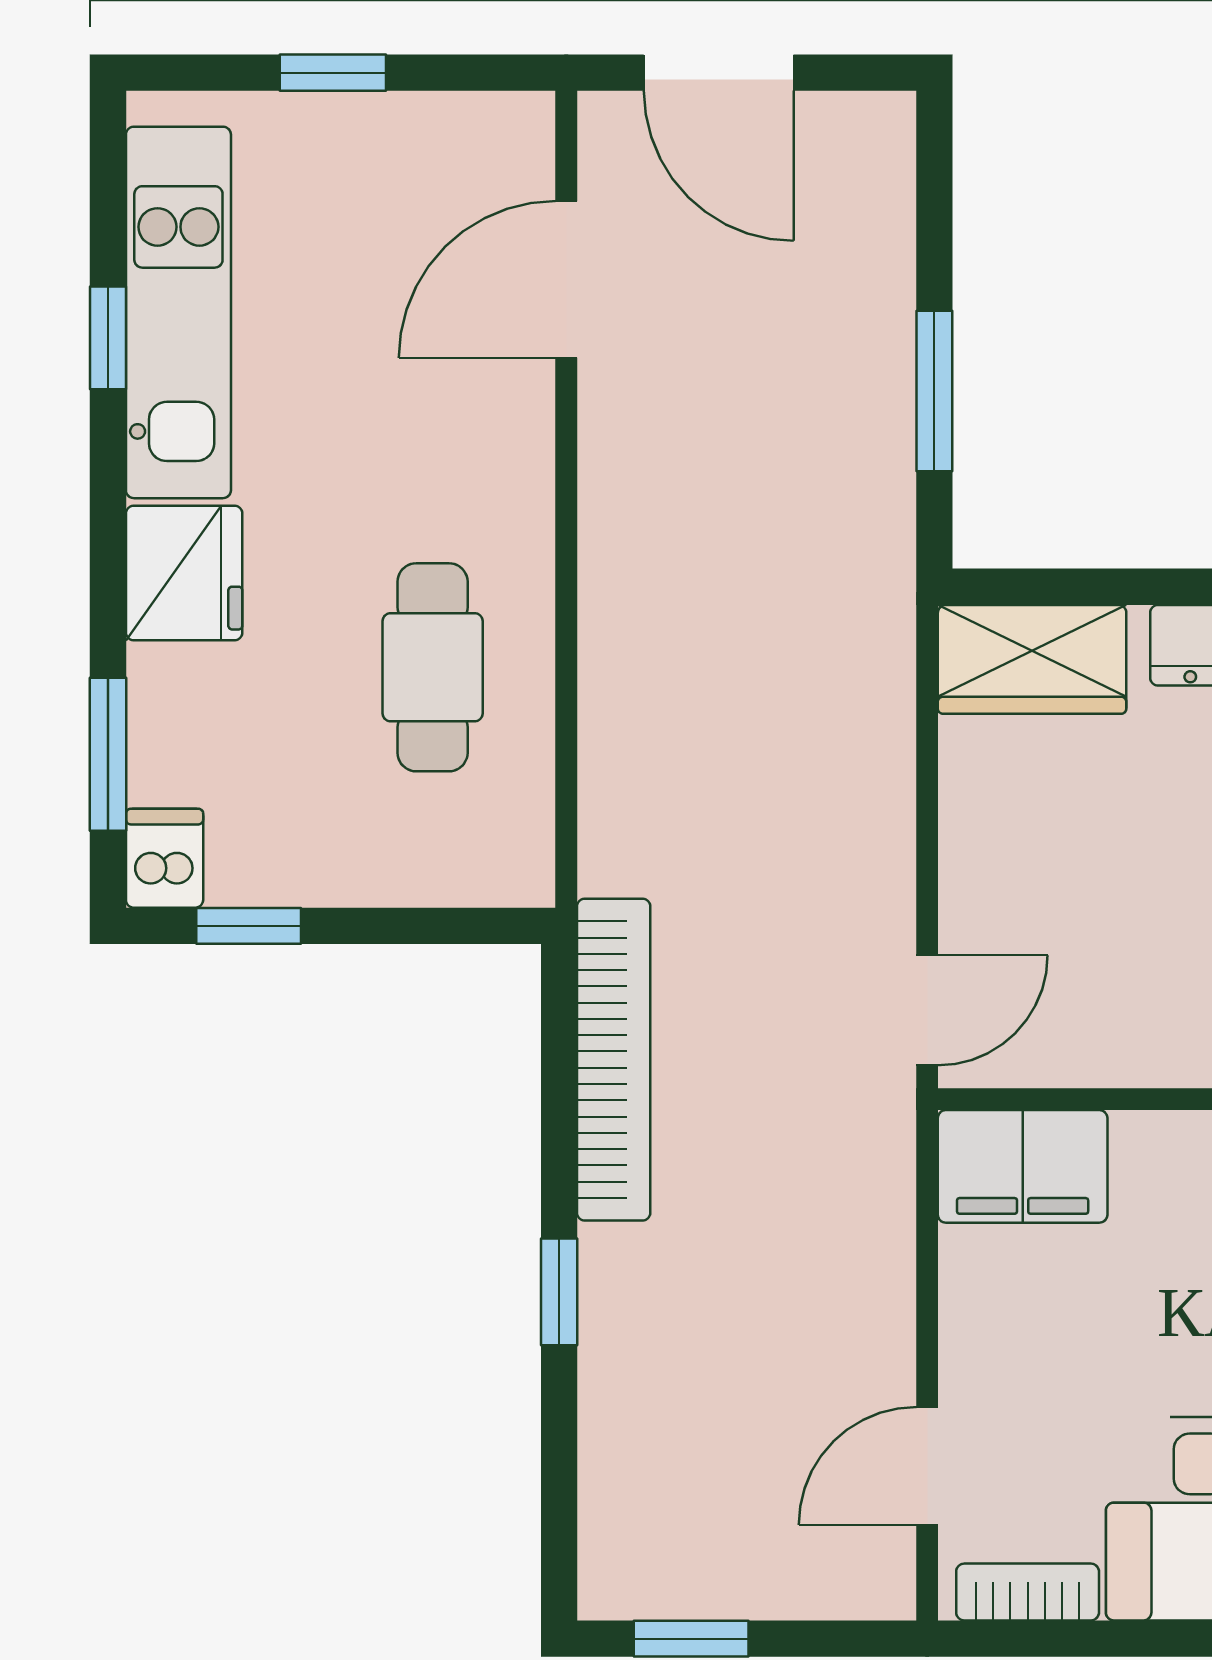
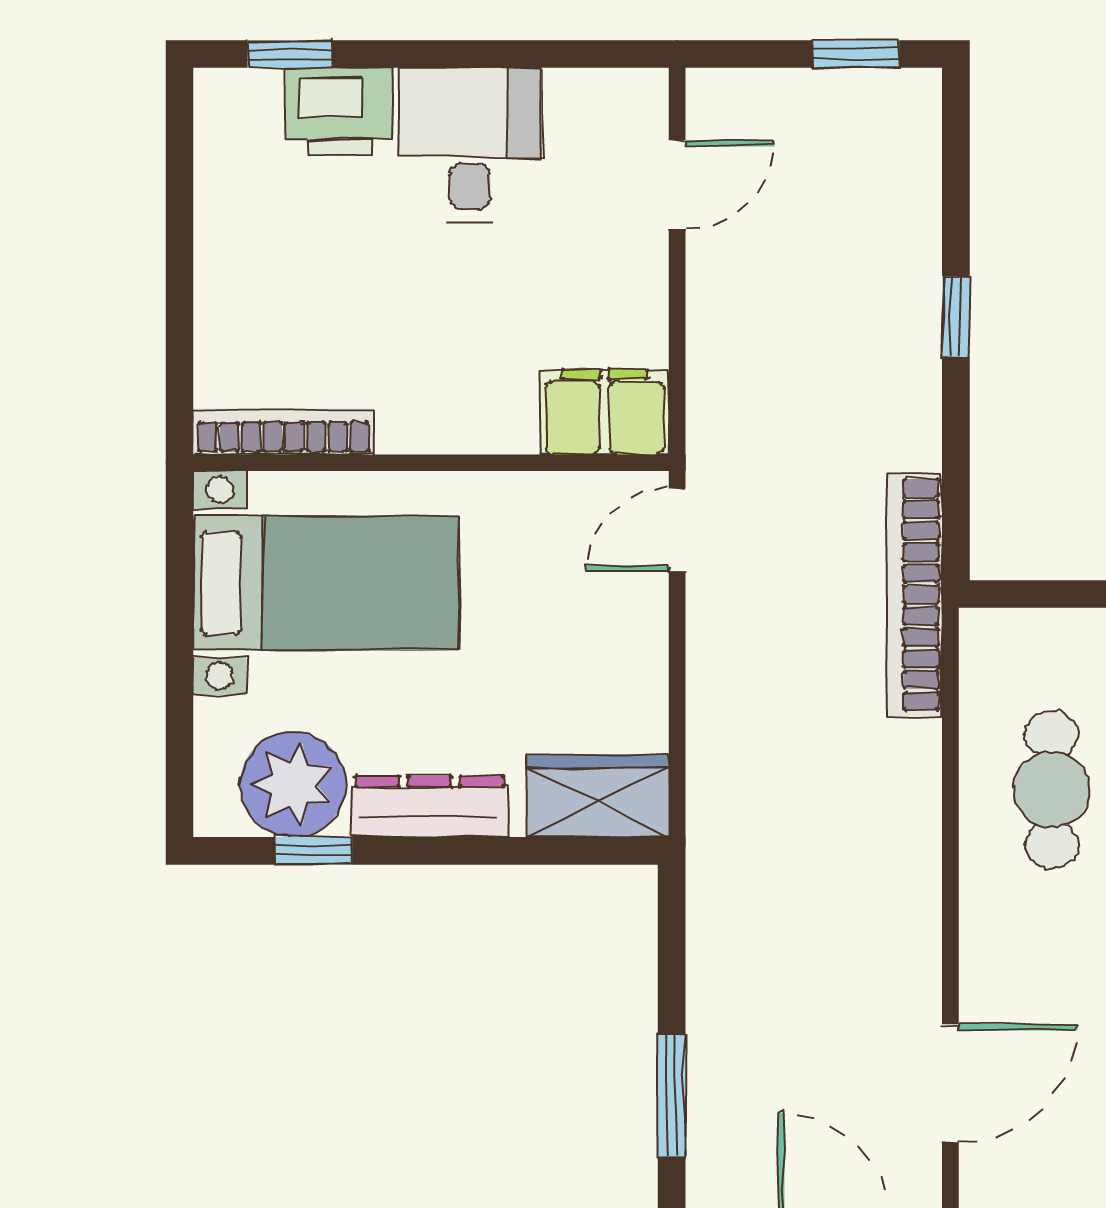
window: (934, 391) -> (672, 1096), moved
bookcase: (614, 1060) -> (915, 595), moved
bookcase: (1028, 1592) -> (601, 89), removed

